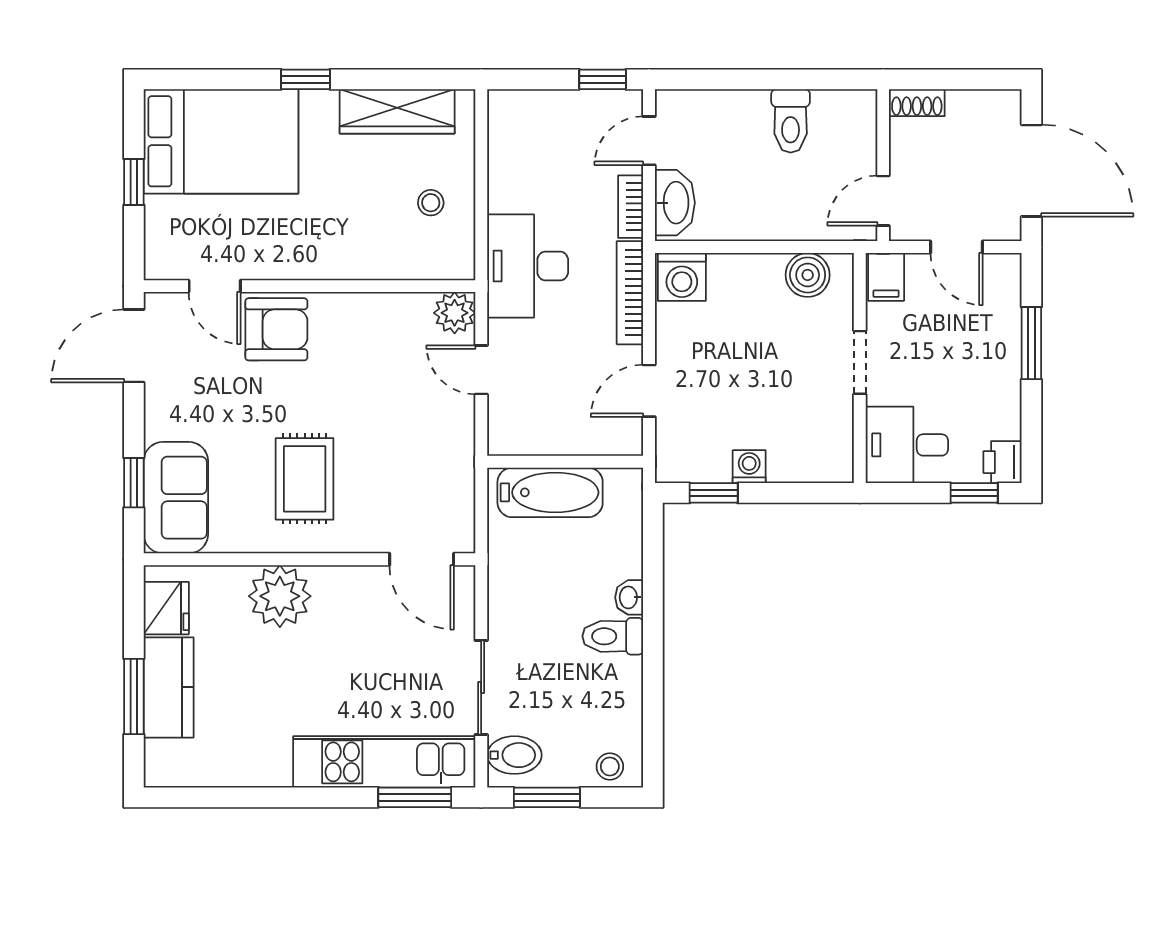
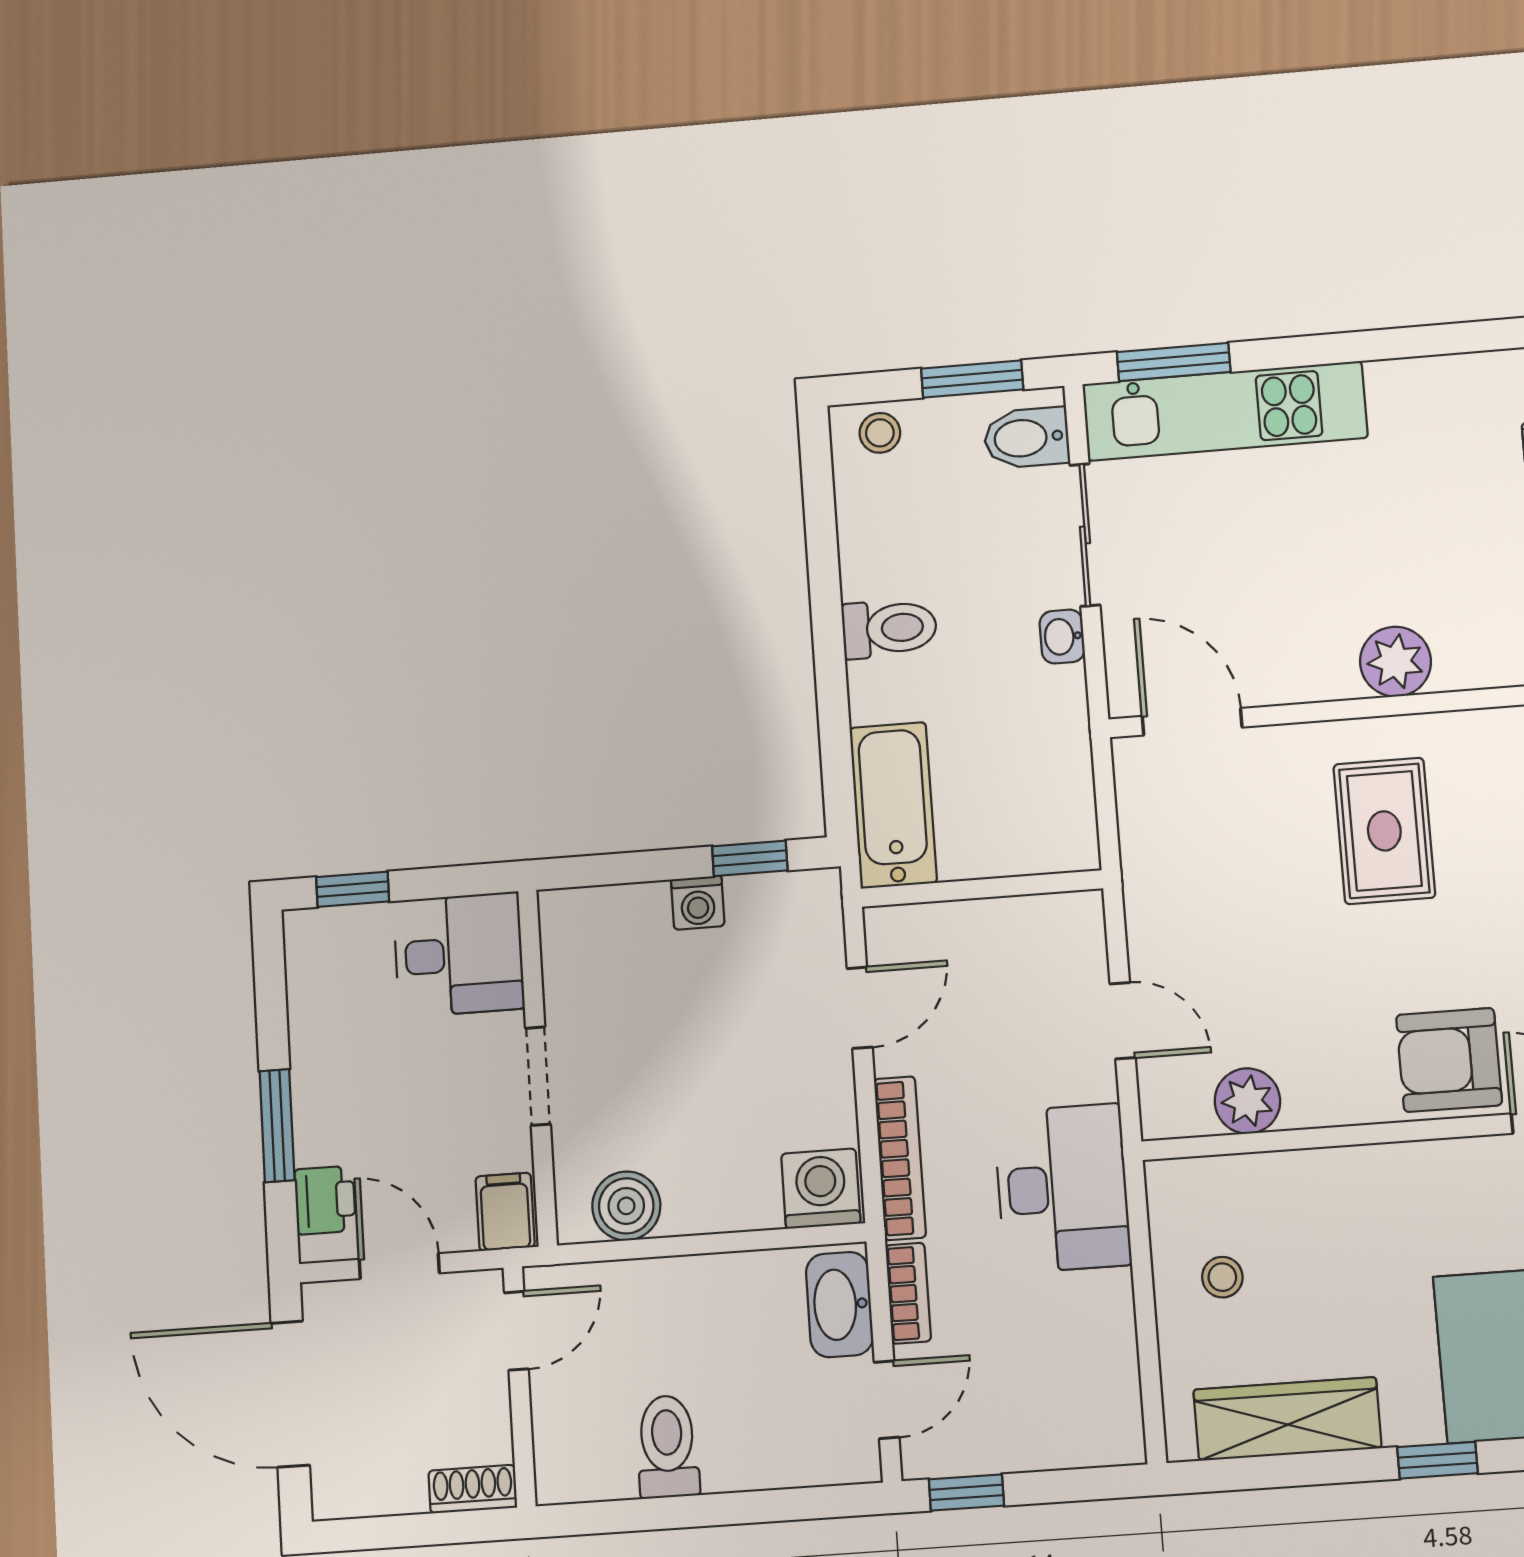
plant: (455, 313) -> (1247, 1101), moved
printer: (1003, 462) -> (325, 1200), moved
bathtub: (550, 492) -> (893, 805), moved, turned 90
plant: (280, 596) -> (1395, 662), width x0.73, depth x0.73
washbasin: (629, 597) -> (1062, 637), moved, turned 180

